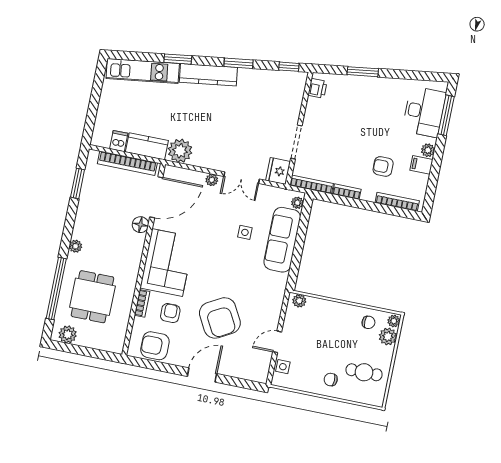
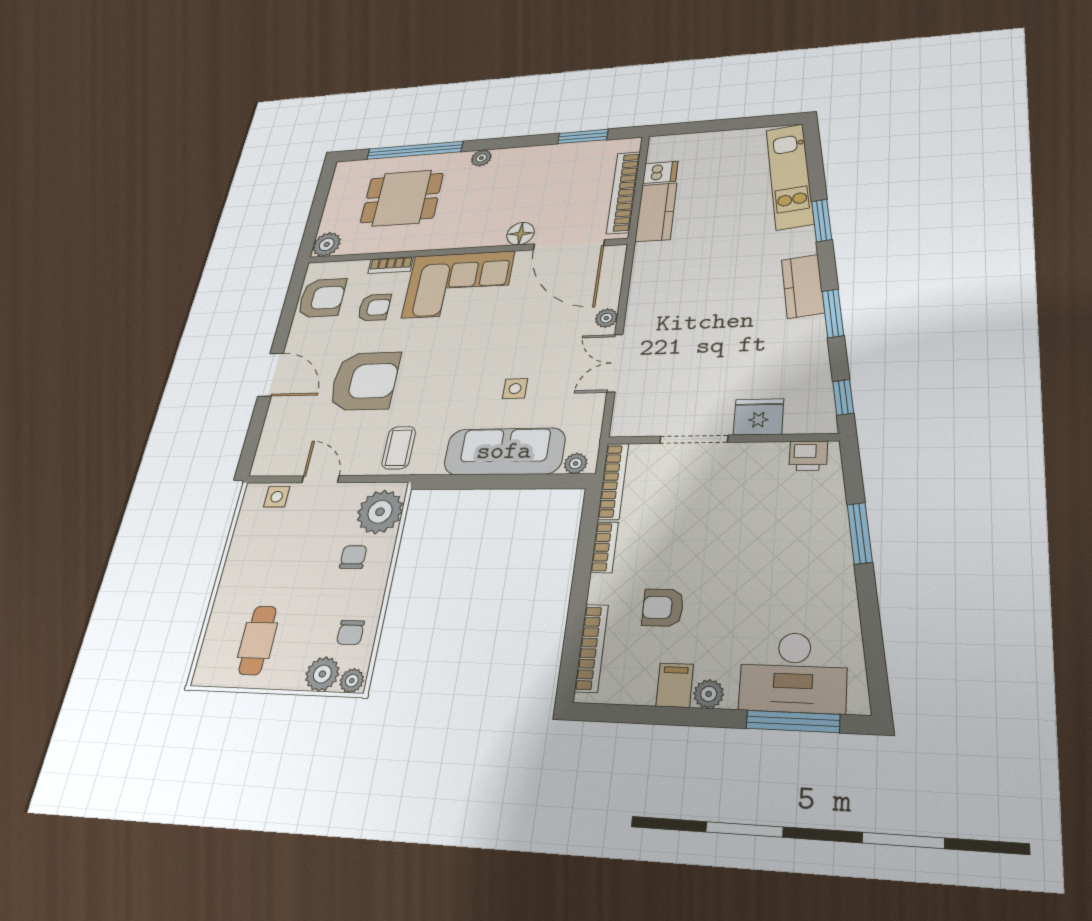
kitchen counter: (208, 75) -> (803, 286), width x0.67
plant: (180, 151) -> (654, 260), removed
armchair: (383, 166) -> (663, 608), turned -90
fridge: (278, 171) -> (758, 417), moved
coffee table: (267, 298) -> (399, 448), added
plant: (299, 301) -> (380, 512), width x1.87, depth x1.87
armchair: (220, 318) -> (365, 381), turned -151
plant: (68, 334) -> (327, 244), moved
armchair: (155, 346) -> (322, 298), turned 90
chair: (331, 380) -> (353, 557), moved

